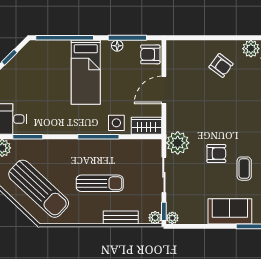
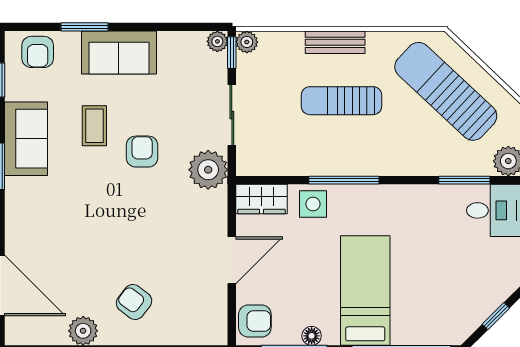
armchair: (216, 153) -> (142, 152), turned 90
bench: (121, 217) -> (335, 42), moved

